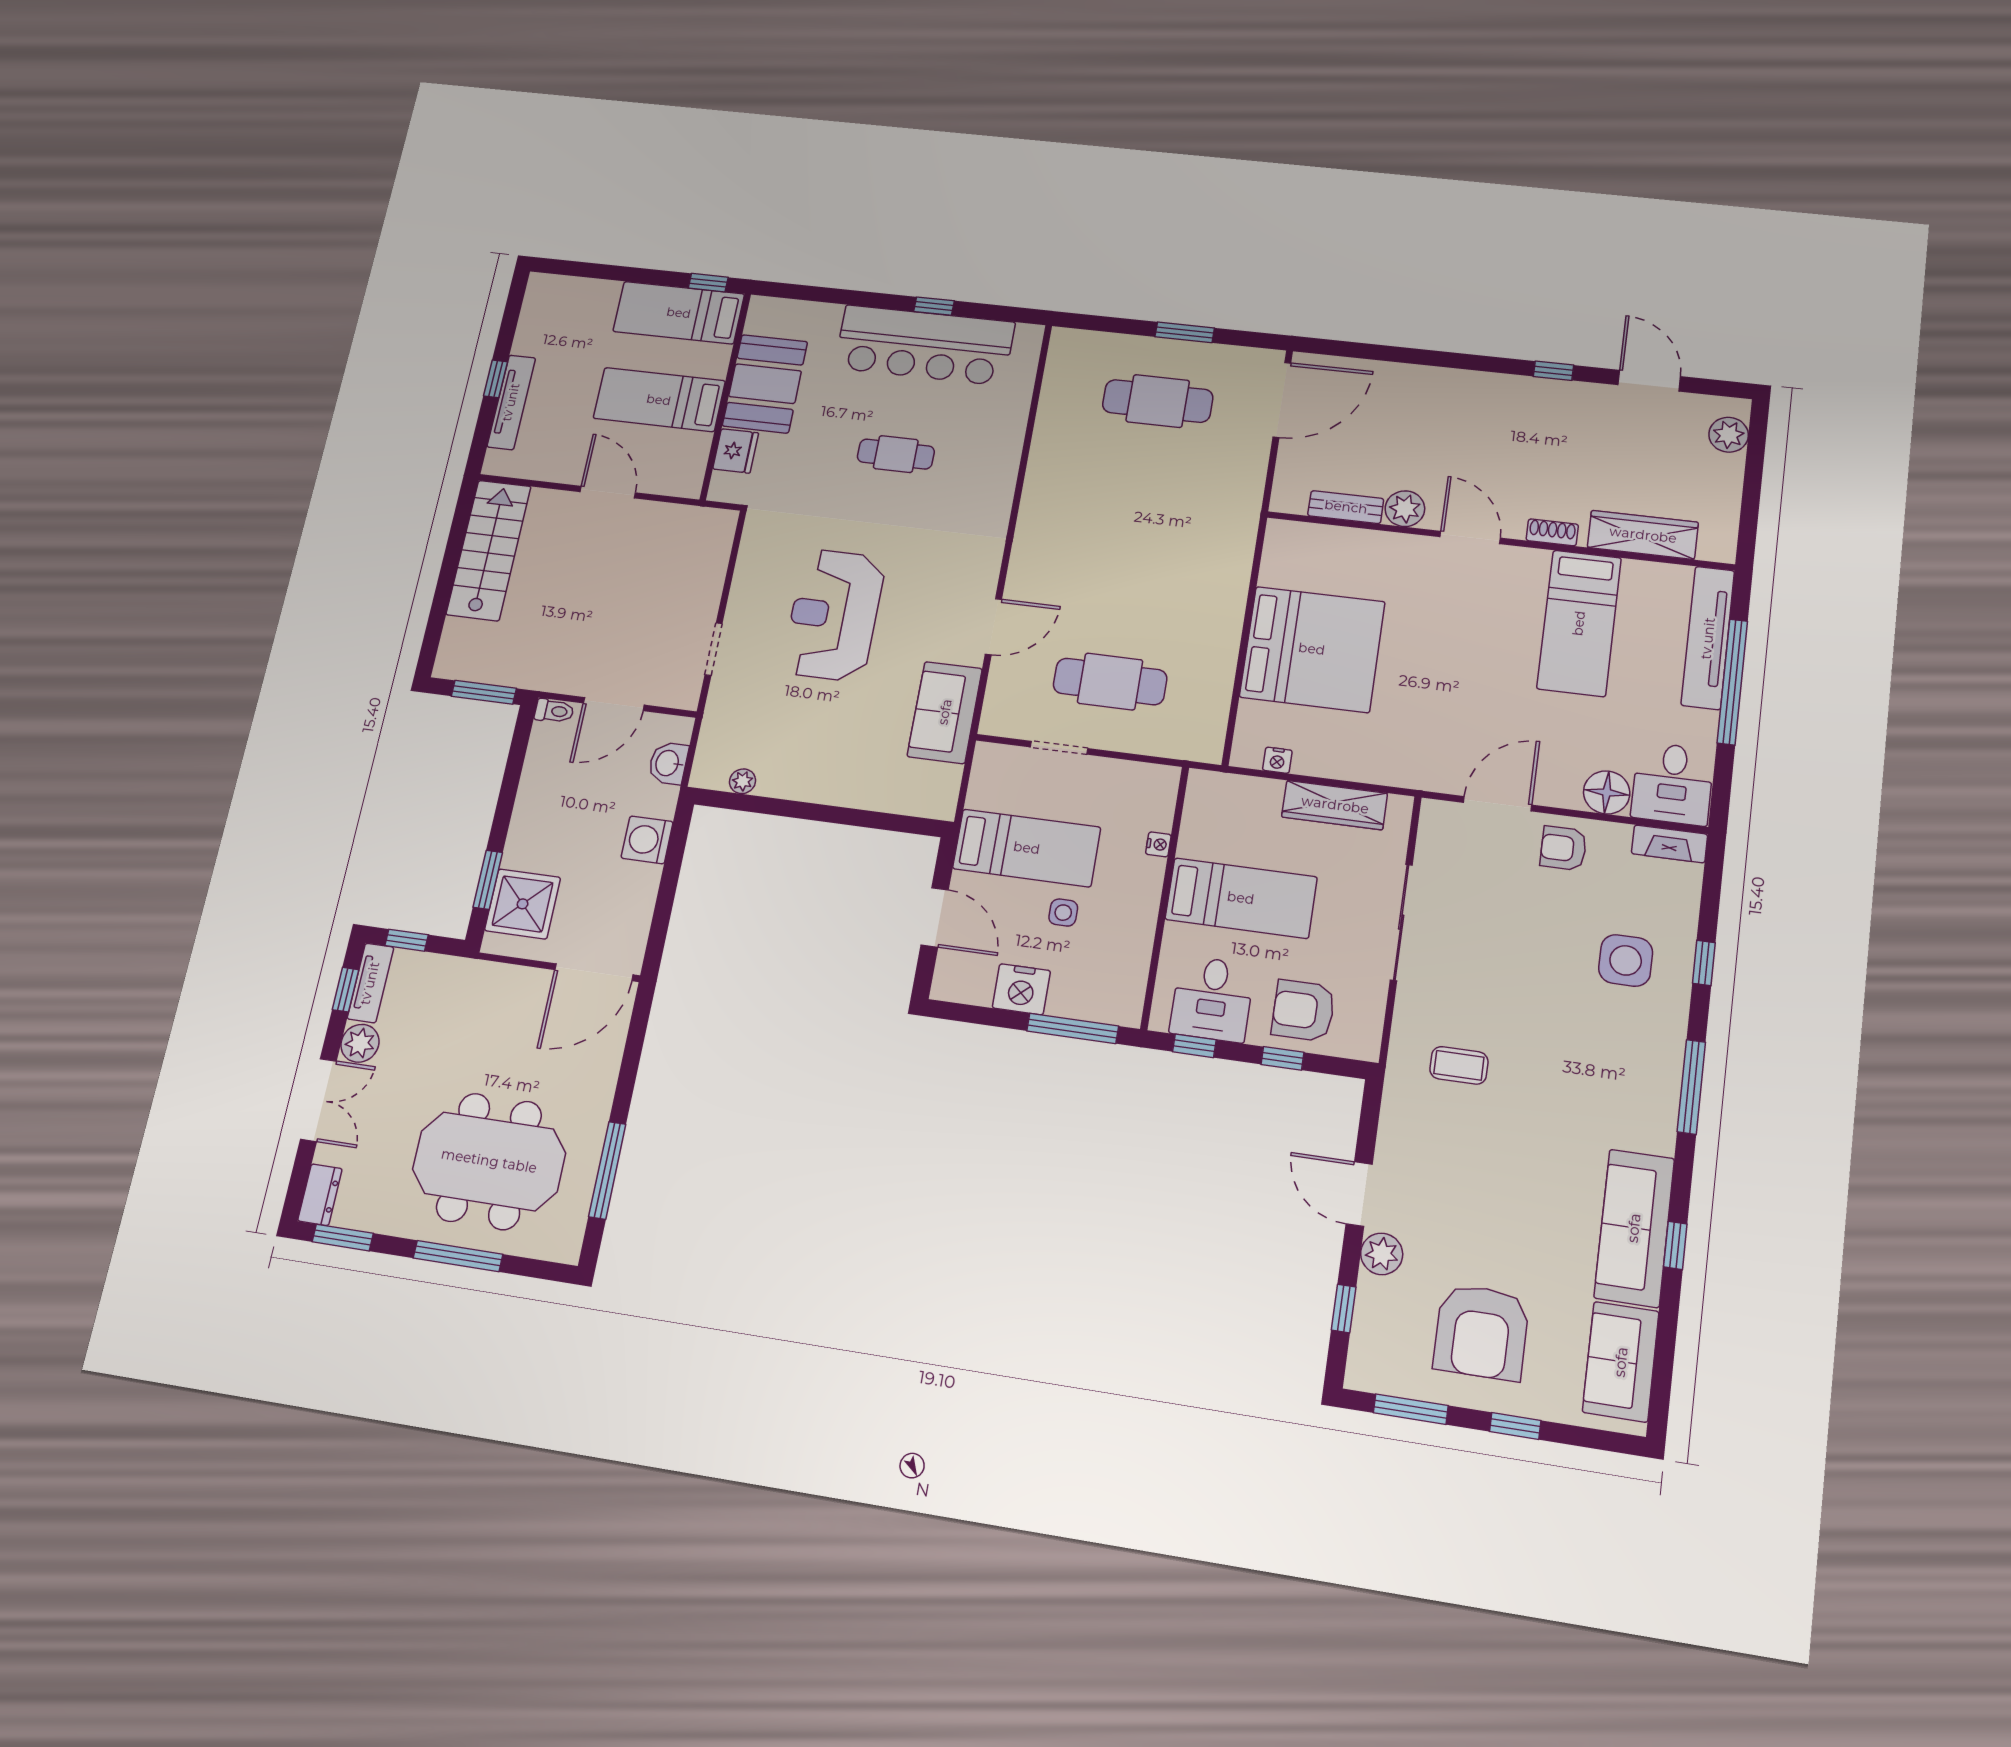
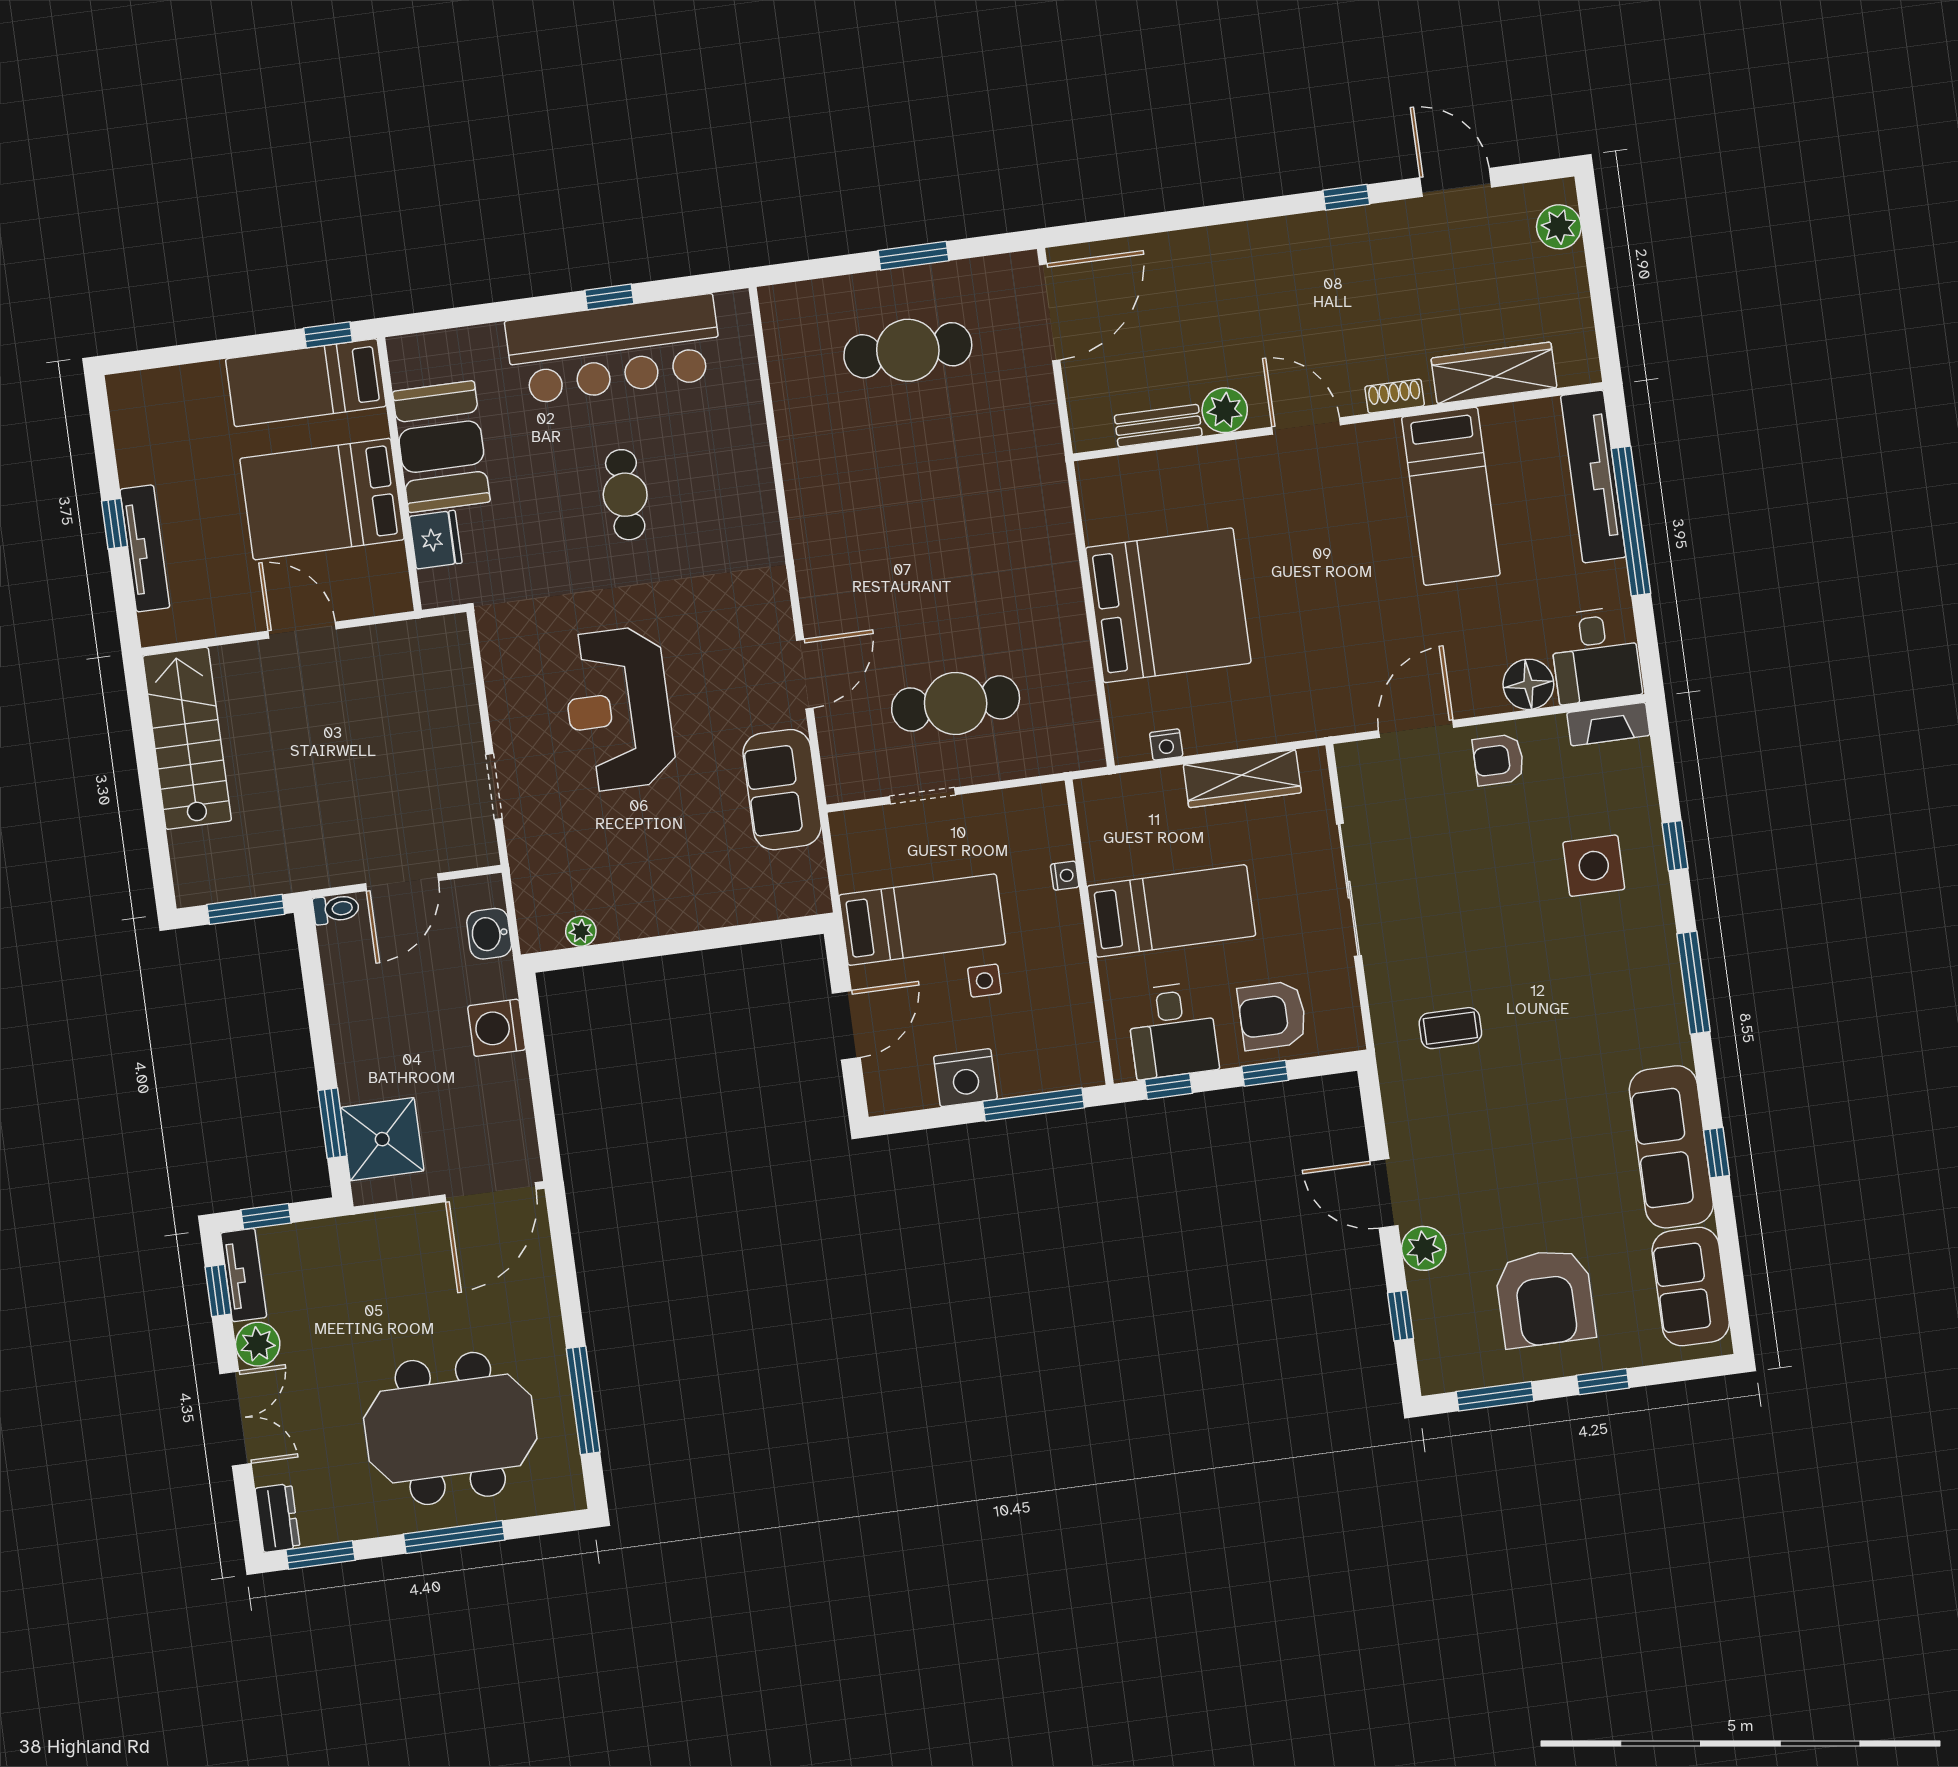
bed: (659, 400) -> (322, 499), width x1.50
cafe table: (896, 454) -> (625, 495), turned 90
door: (935, 917) -> (846, 1025), hinge flipped

